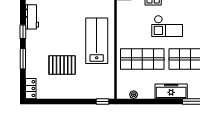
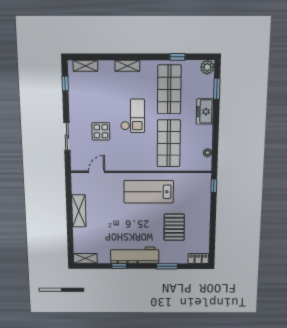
workbench: (32, 17) -> (135, 255), width x1.88, depth x1.32
window: (23, 32) -> (119, 266), moved
freezer: (171, 91) -> (205, 112), width x0.71

